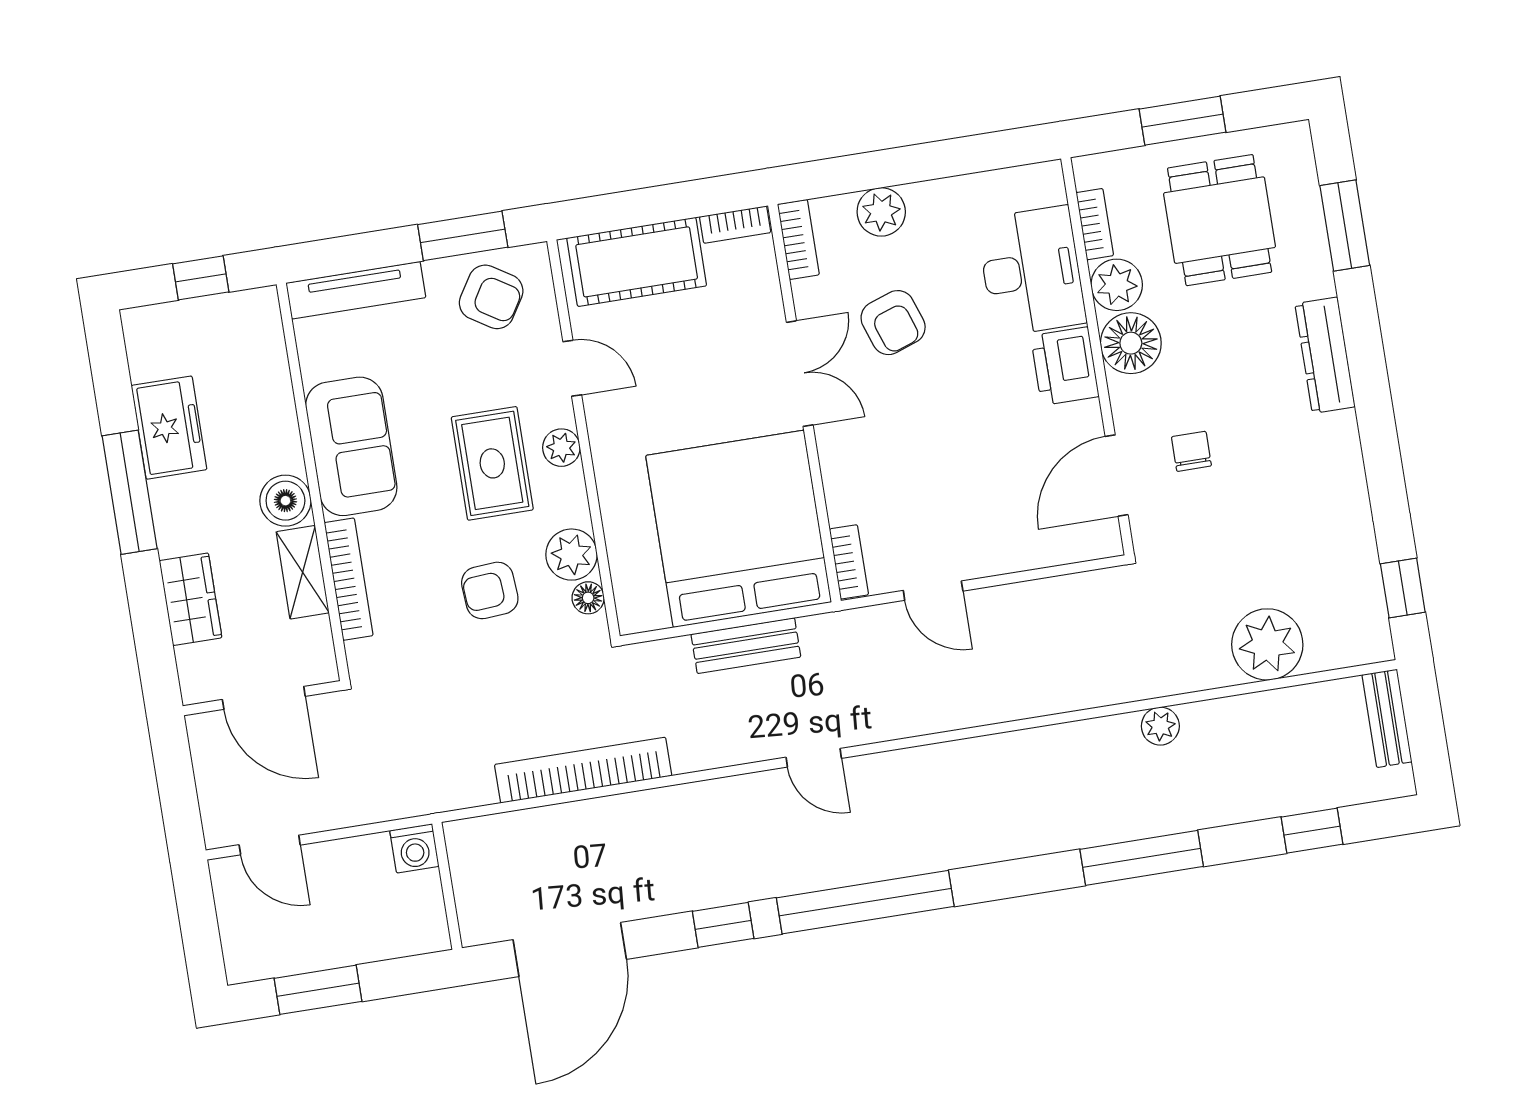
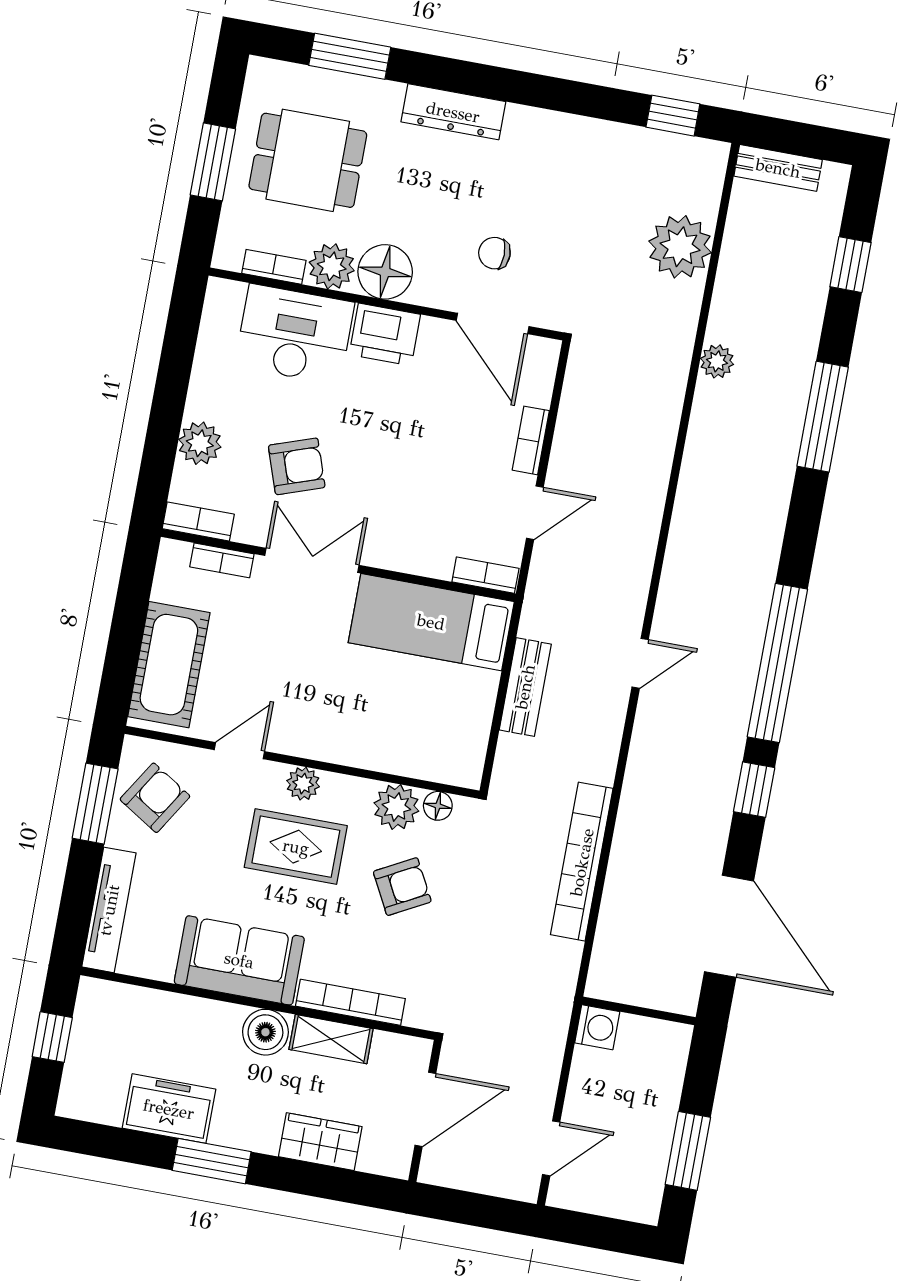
bookcase: (735, 225) -> (222, 560), moved, turned 90
window: (130, 492) -> (212, 1161), width x0.69
bed: (739, 529) -> (431, 622), width x0.49
bookcase: (1008, 559) -> (531, 440), added
armchair: (490, 590) -> (402, 887), turned -114

